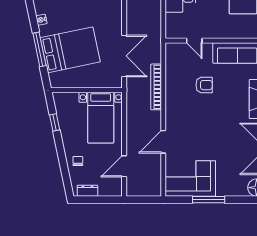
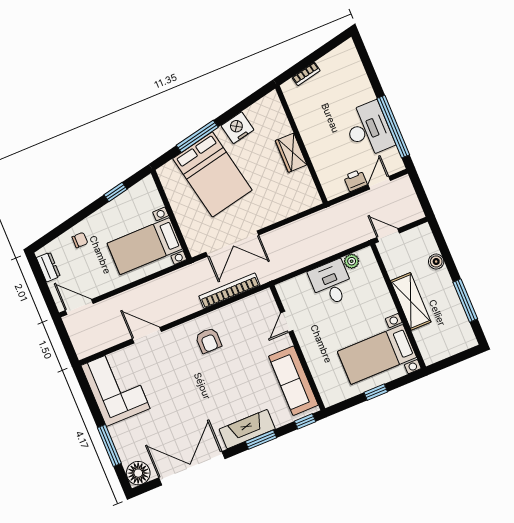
nightstand: (41, 20) -> (237, 128), width x1.89, depth x1.79
armchair: (204, 85) -> (208, 340), moved
bookcase: (156, 87) -> (229, 291), moved
door: (124, 166) -> (79, 307), moved
window: (209, 200) -> (109, 445), moved

